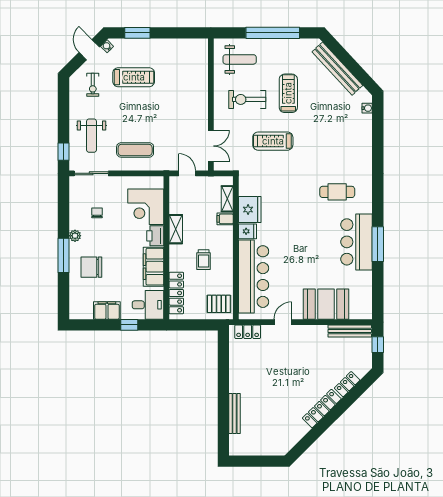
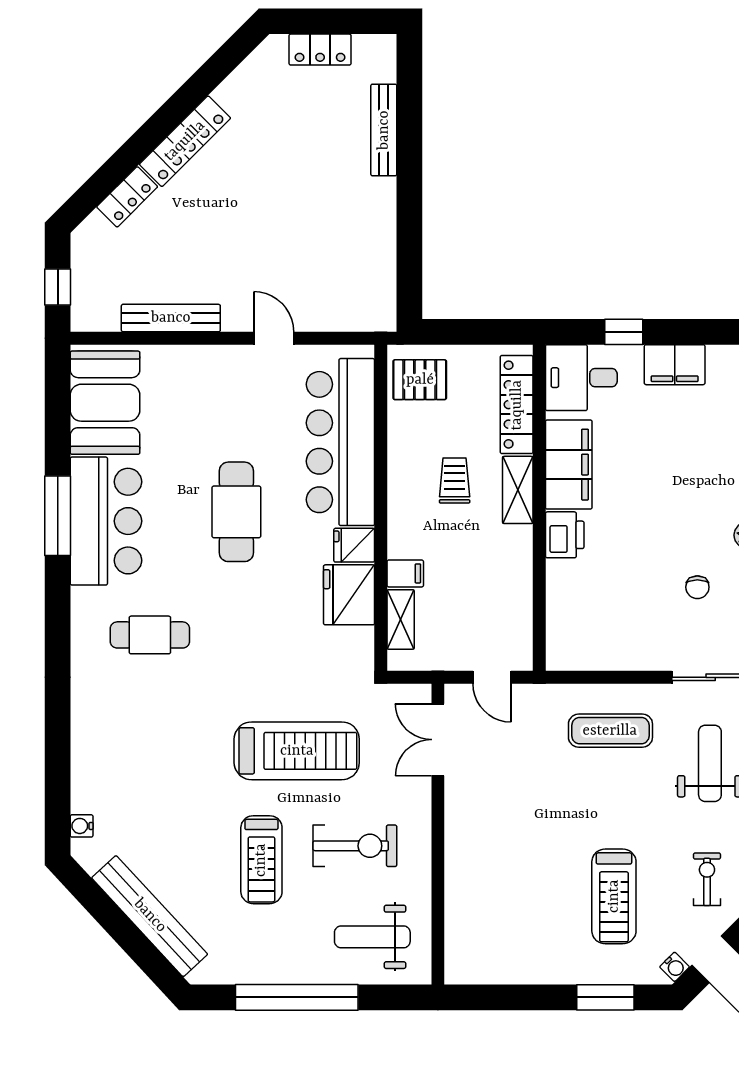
treadmill: (134, 77) -> (614, 896), turned -90
treadmill: (273, 141) -> (297, 751), width x1.37, depth x1.38
corner desk: (146, 207) -> (586, 601), removed
shelving: (176, 229) -> (518, 490), moved
cafe table: (299, 246) -> (236, 512), added
chair: (91, 267) -> (710, 463), removed
booth: (326, 304) -> (105, 403), moved, turned 90
door: (283, 322) -> (274, 338), swing flipped
bench: (350, 331) -> (171, 318), moved
locker: (248, 332) -> (320, 50), moved, turned 180

